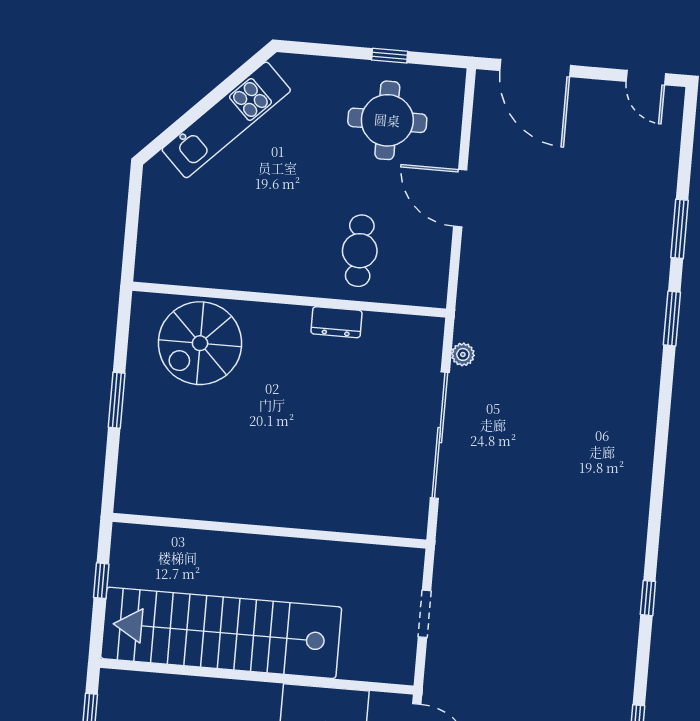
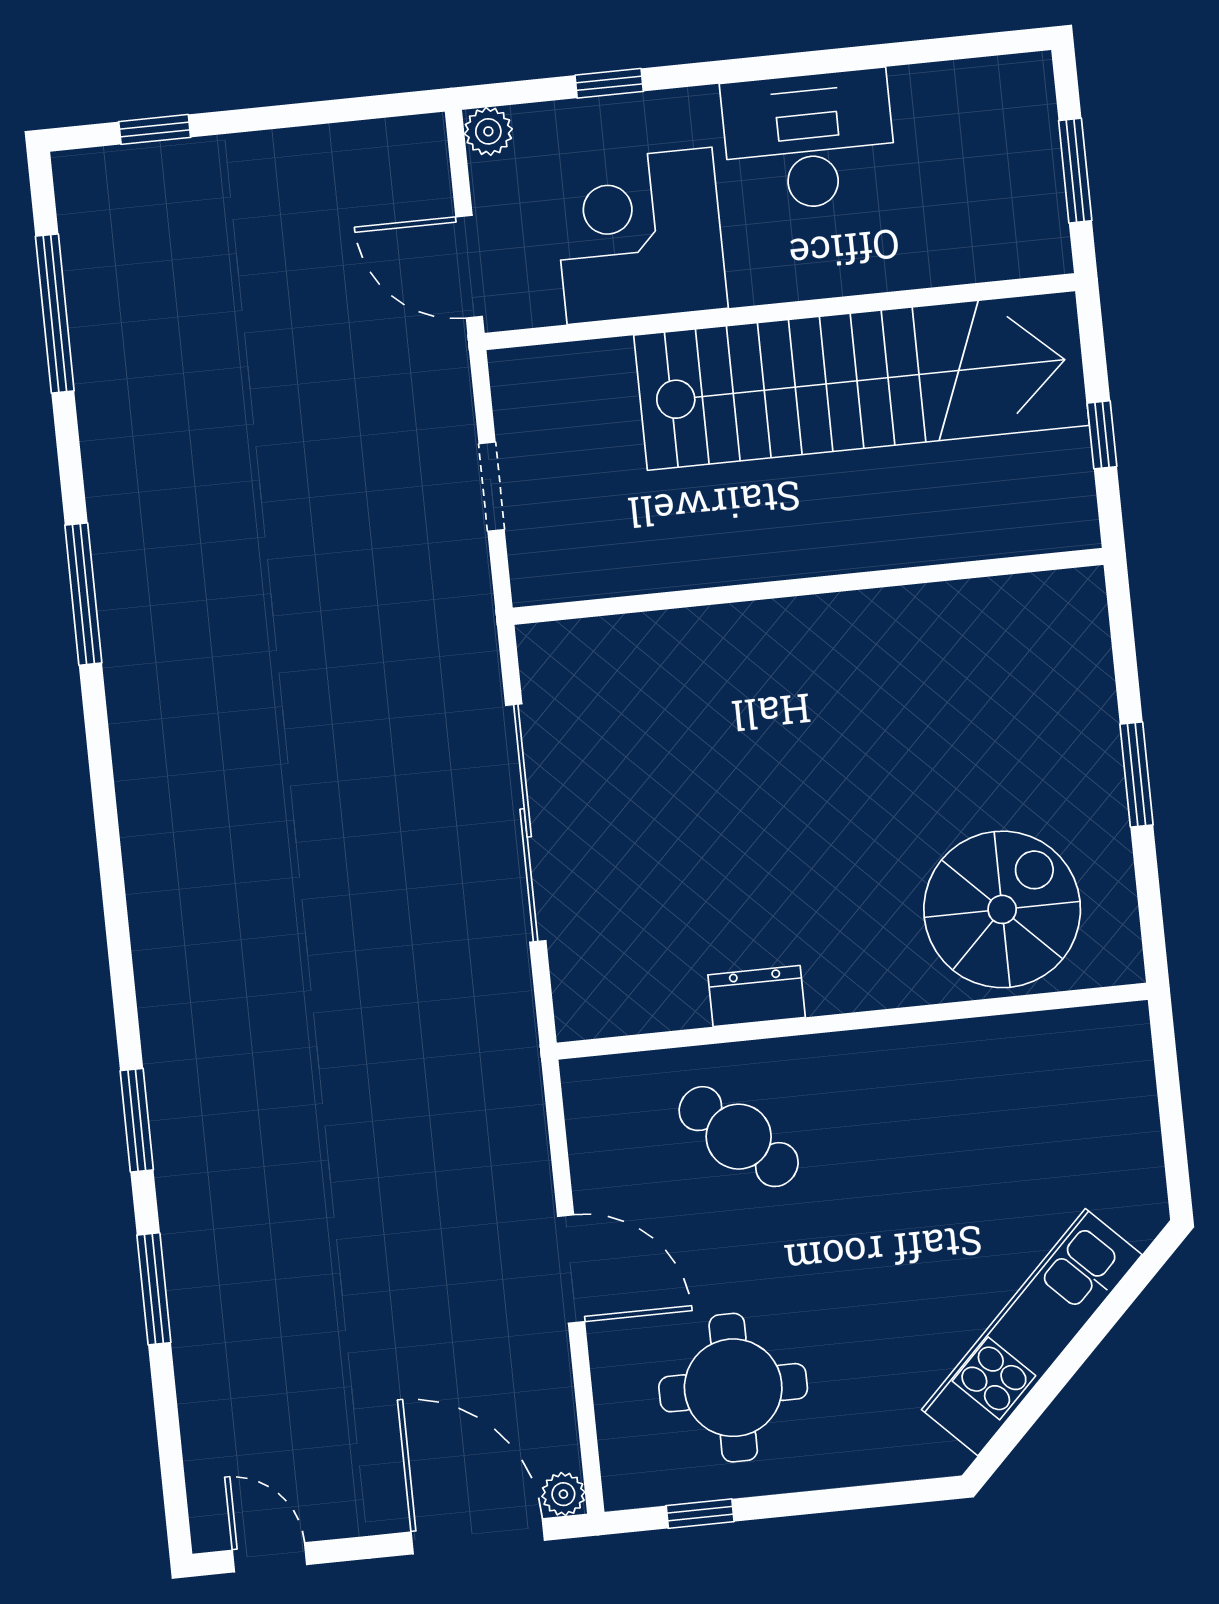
window: (390, 56) -> (700, 1514), moved
cafe table: (360, 251) -> (739, 1137), turned -48
plant: (463, 354) -> (563, 1494), moved
window: (648, 598) -> (83, 594), width x2.17

